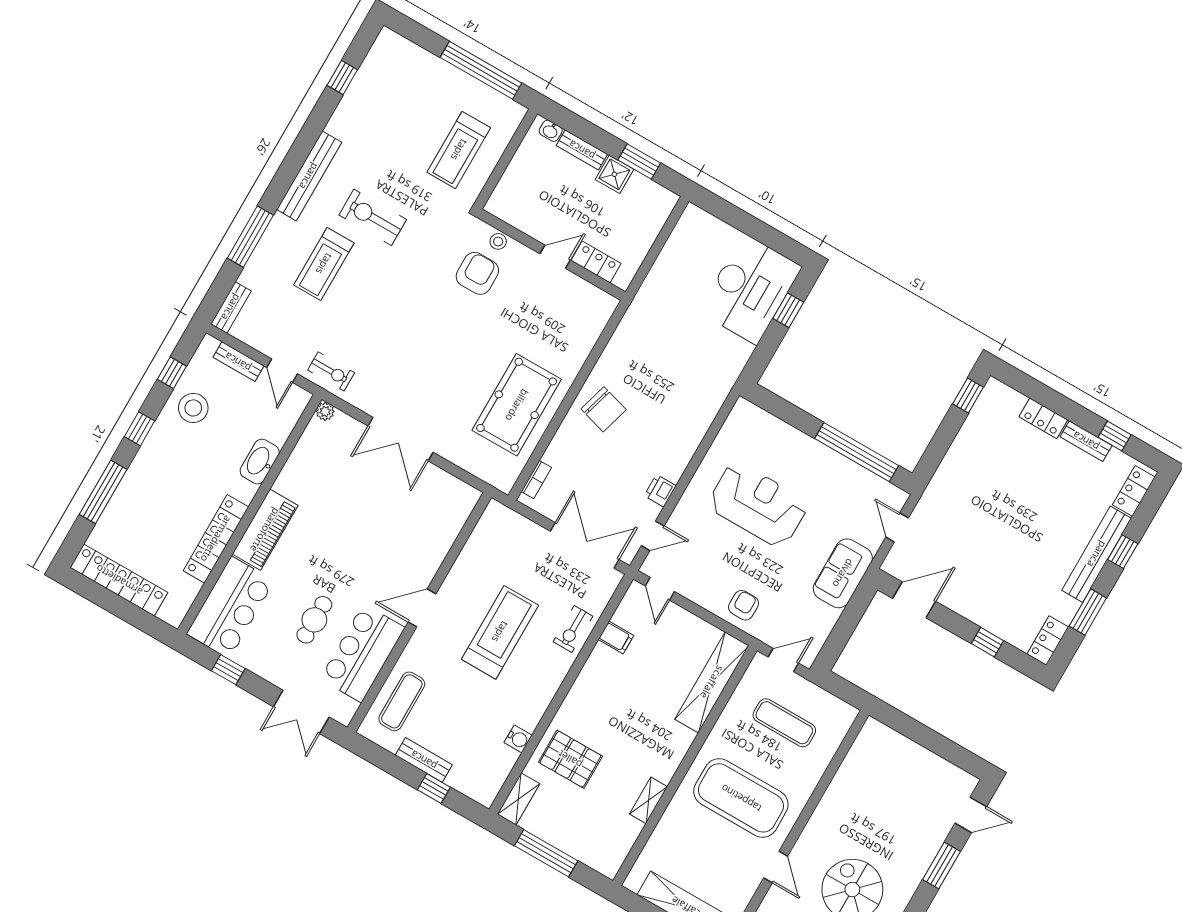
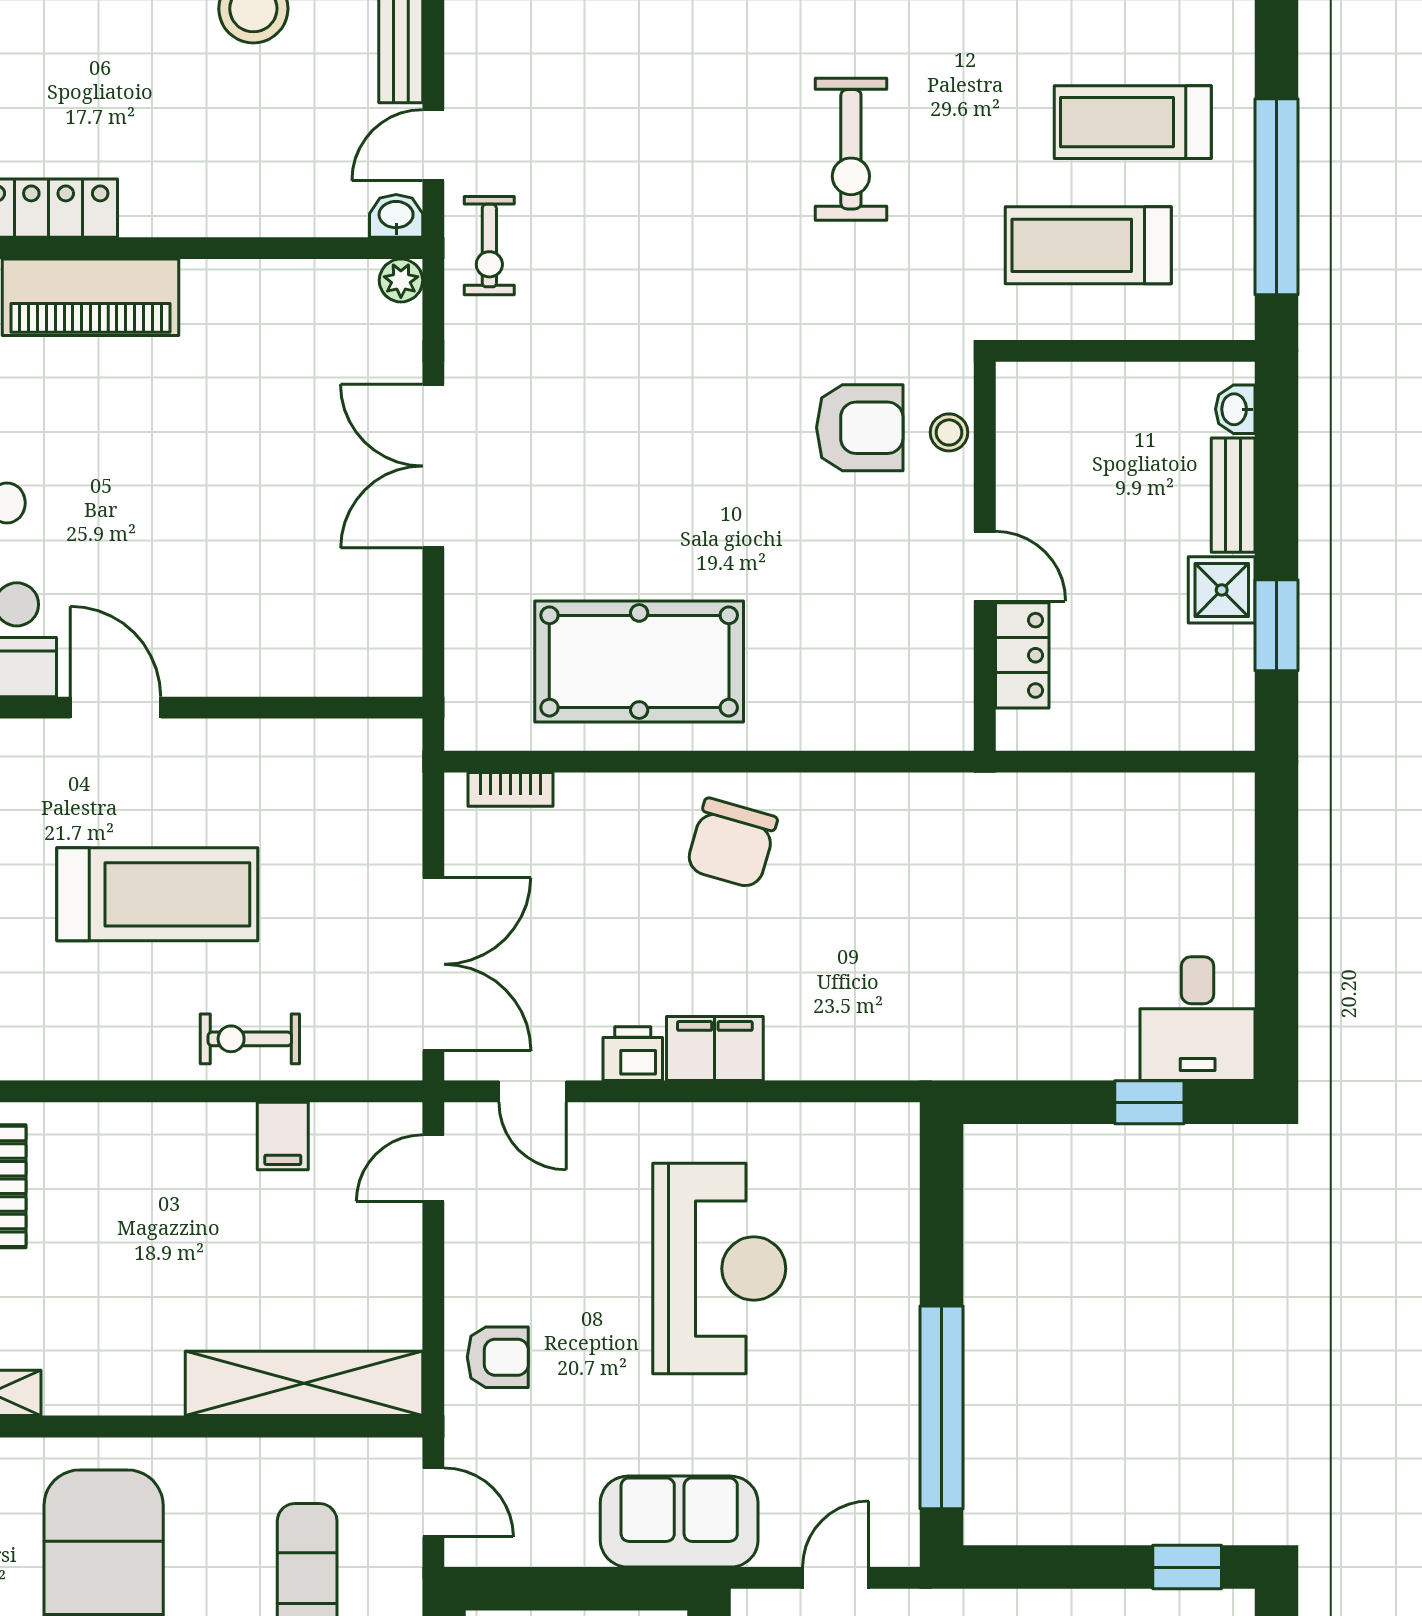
exercise bike: (373, 217) -> (851, 149), turned 180
treadmill: (324, 264) -> (1133, 122), moved
desk: (750, 289) -> (1198, 1019), width x0.53, depth x0.77
filing cabinet: (676, 459) -> (715, 1048), added
washbasin: (260, 462) -> (396, 216), moved, width x0.52, depth x0.69

